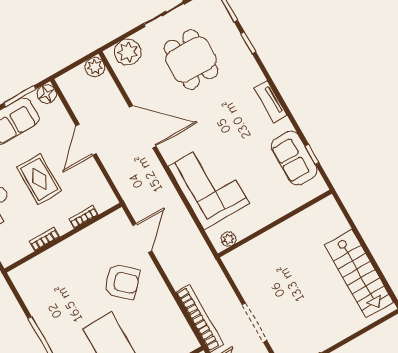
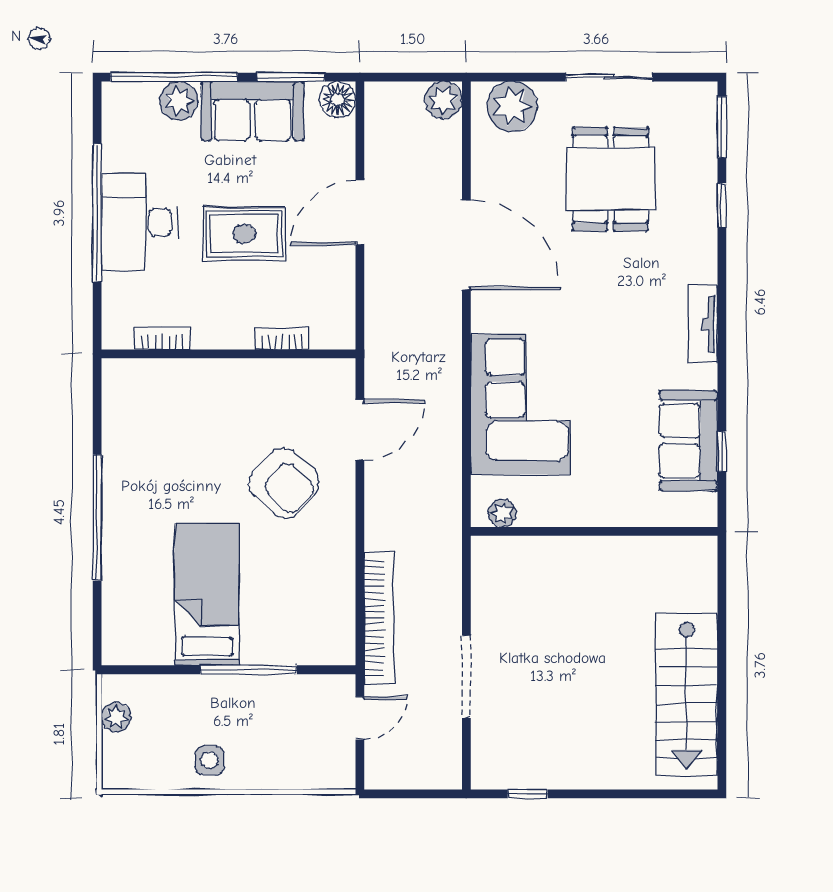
rug: (39, 179) -> (244, 234), turned 90
bookcase: (44, 239) -> (162, 339), moved

